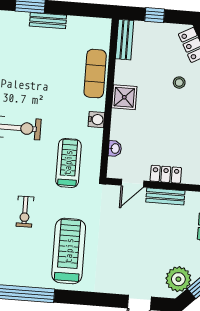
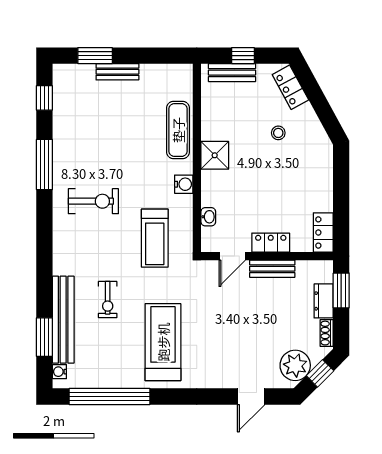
bench: (125, 40) -> (232, 73), moved, turned 90
treadmill: (68, 163) -> (155, 238), turned 180

